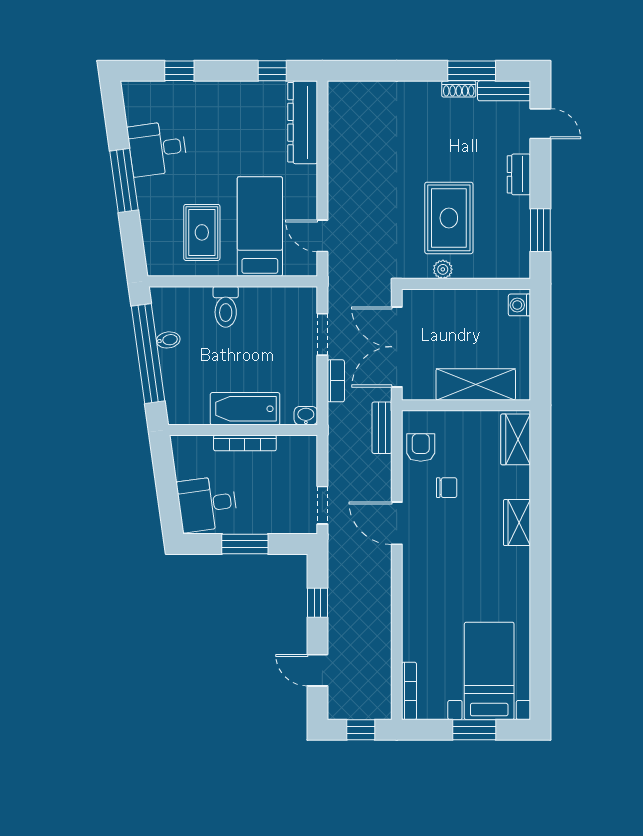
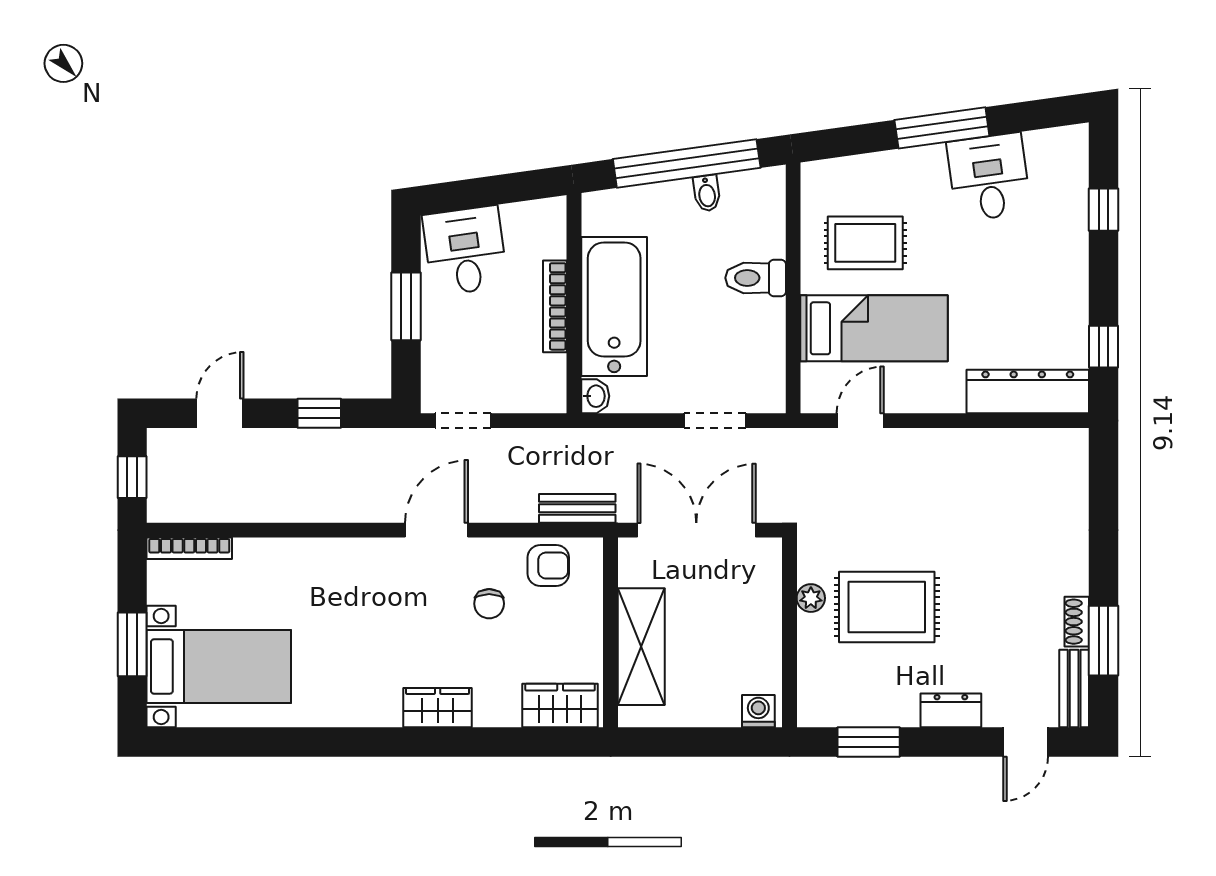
bookcase: (336, 381) -> (647, 440), removed
bathtub: (245, 409) -> (614, 307), width x1.36, depth x1.36

